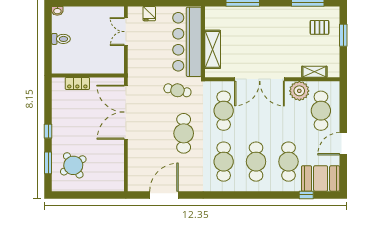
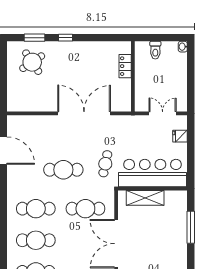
wall: (88, 75) -> (133, 76), moved
locker: (77, 83) -> (125, 66), moved

